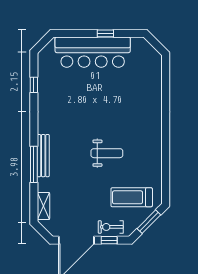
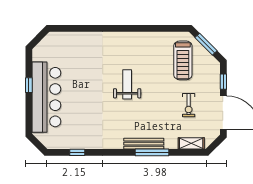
weight bench: (107, 153) -> (127, 84), moved
exercise bike: (111, 227) -> (189, 105), moved

